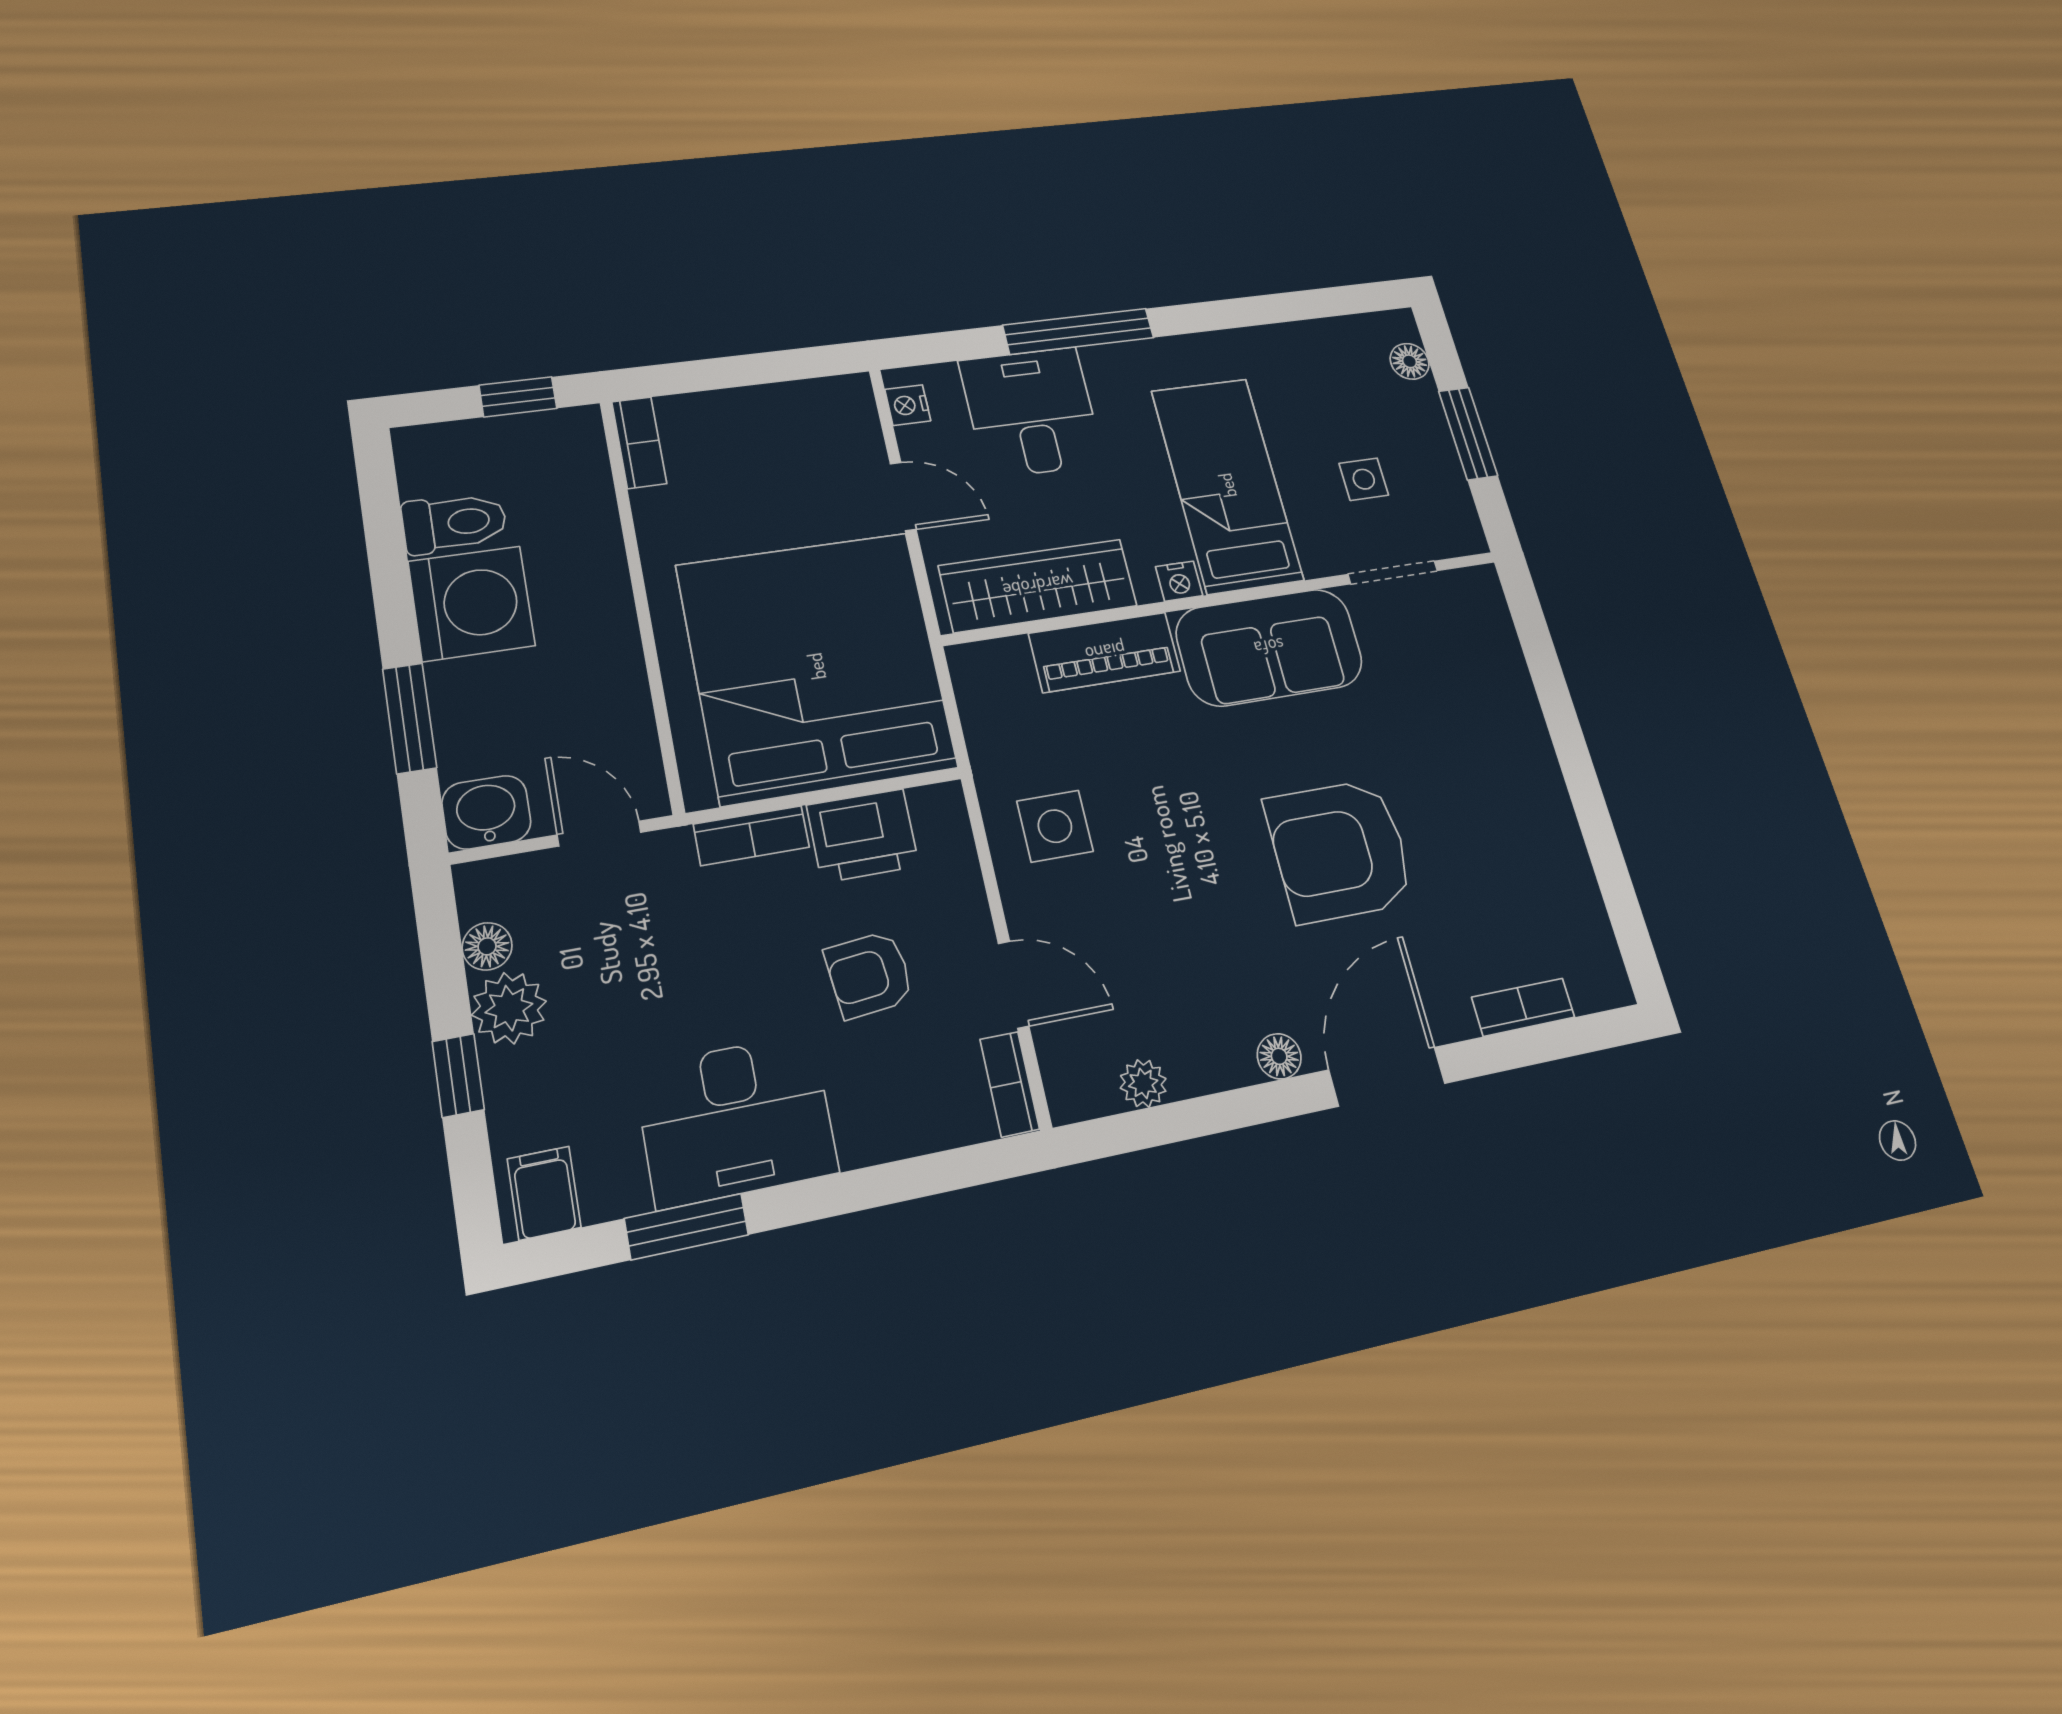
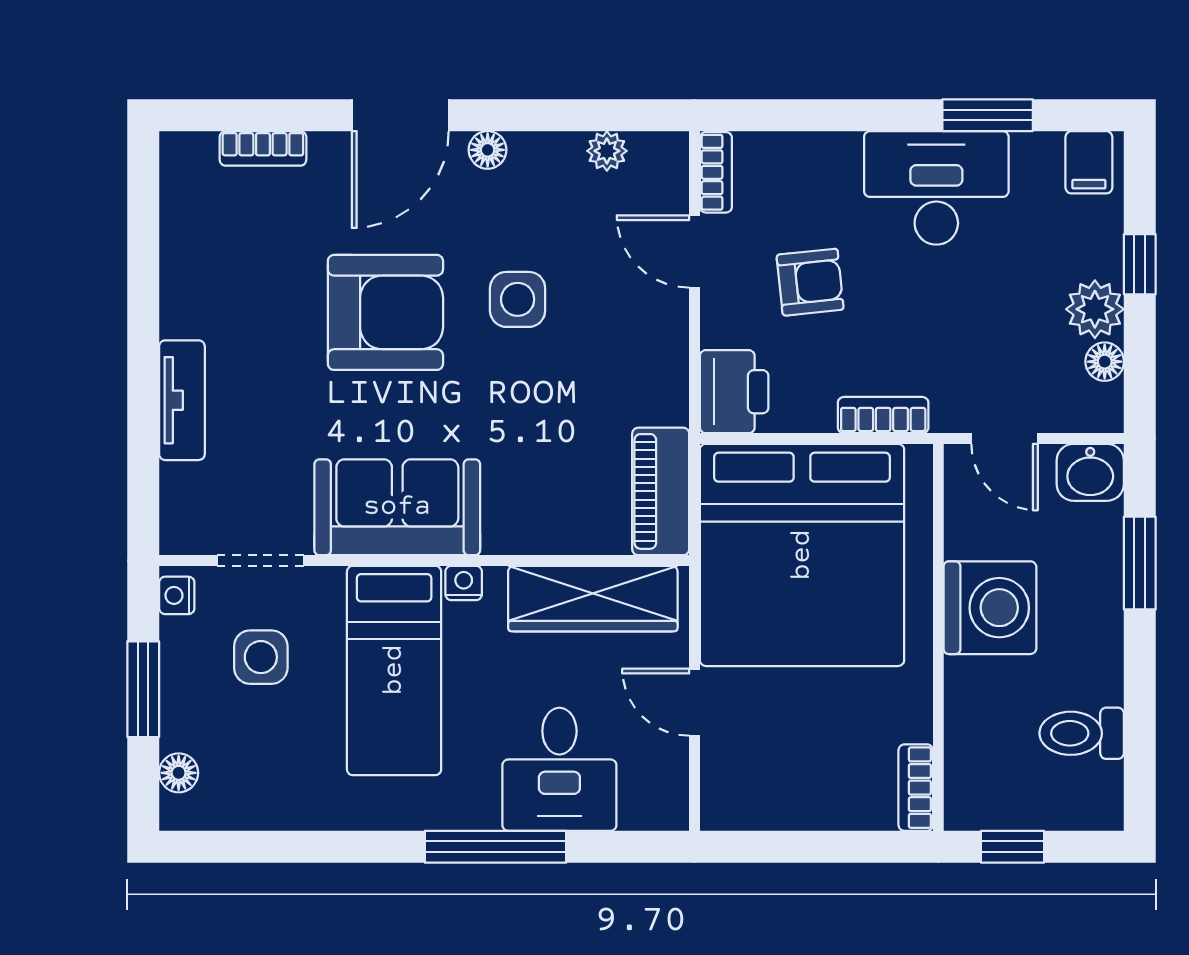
nightstand: (908, 405) -> (177, 595), moved, turned 180
side table: (1364, 479) -> (261, 657), width x1.37, depth x1.37
washing machine: (472, 603) -> (990, 608), moved, turned 180
piano: (1105, 652) -> (661, 491), moved, turned -90
tv unit: (1521, 720) -> (182, 400), added
side table: (1055, 826) -> (518, 299), moved
printer: (863, 836) -> (734, 392), moved, turned 90

